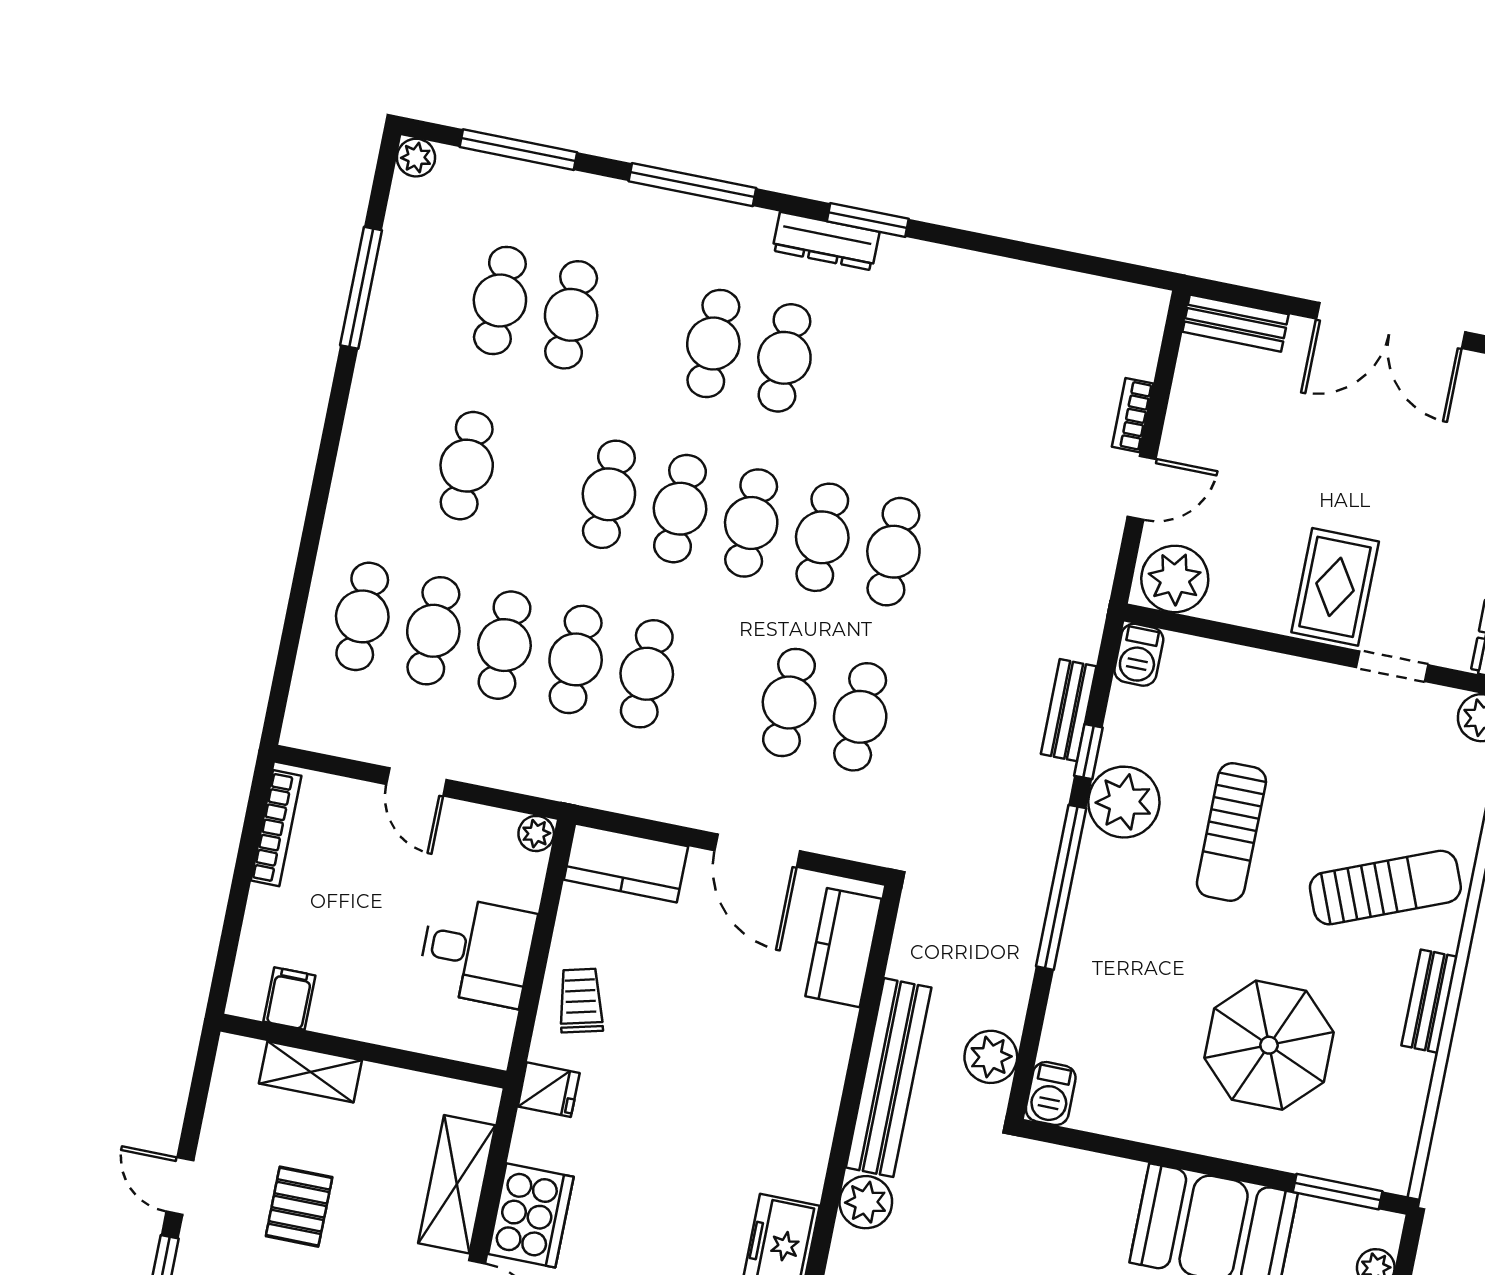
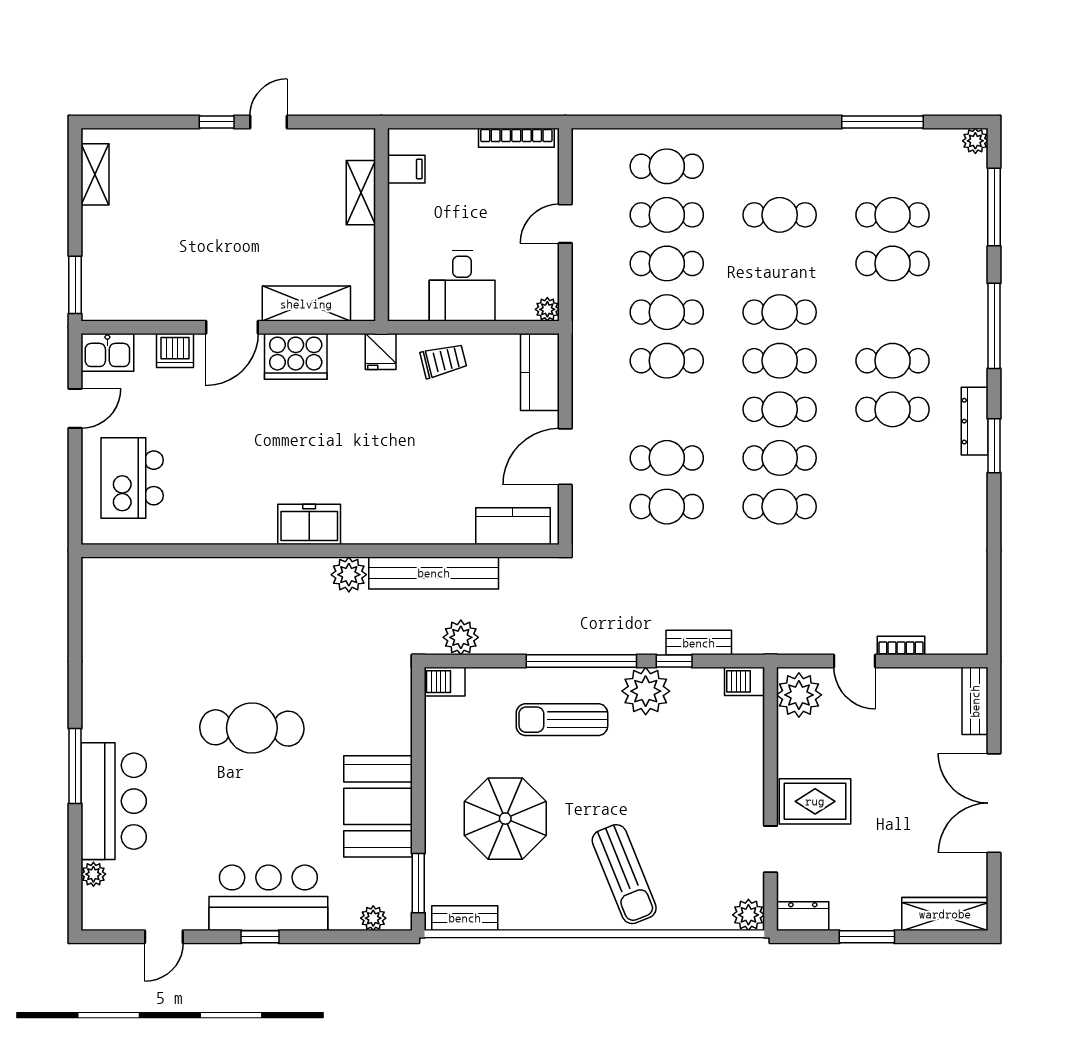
sun lounger: (1231, 832) -> (562, 720), moved
bench: (1429, 1001) -> (465, 918), moved
pallet: (299, 1207) -> (271, 203), removed

